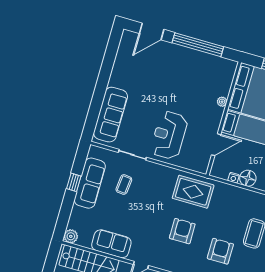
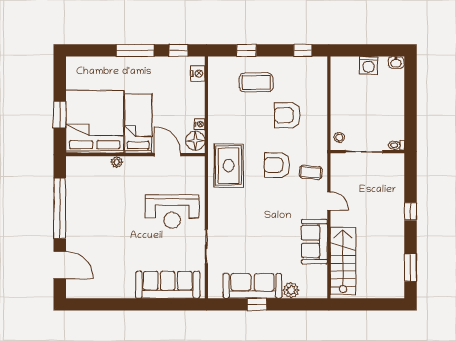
floor lamp: (248, 178) -> (195, 141), moved
coffee table: (124, 185) -> (311, 172), moved
plant: (71, 236) -> (291, 290), moved

